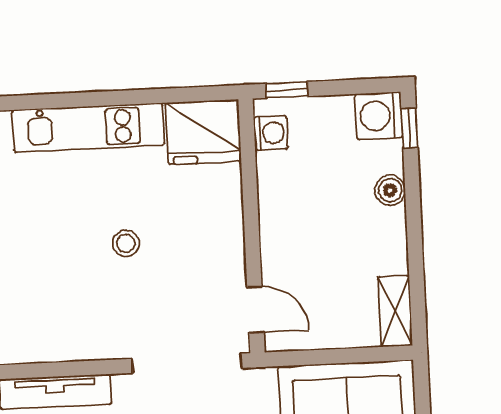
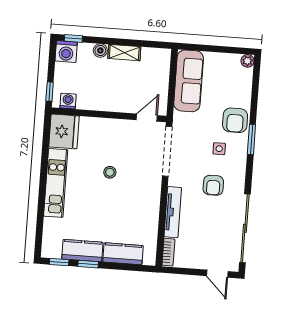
shelving: (395, 311) -> (124, 53), moved

